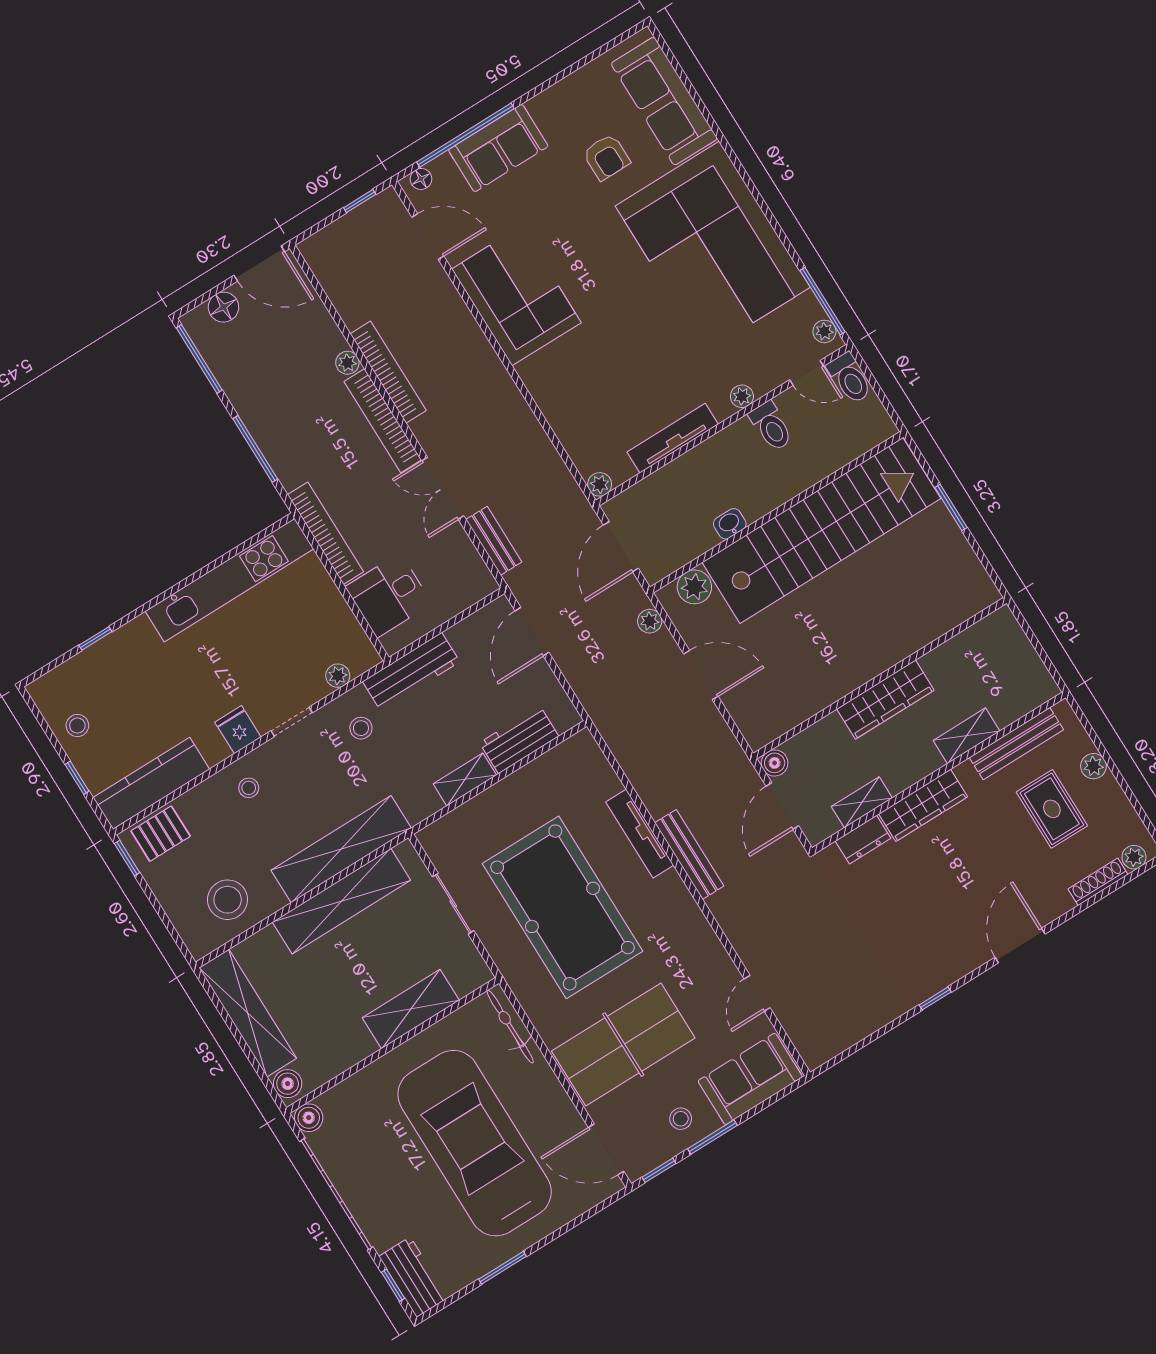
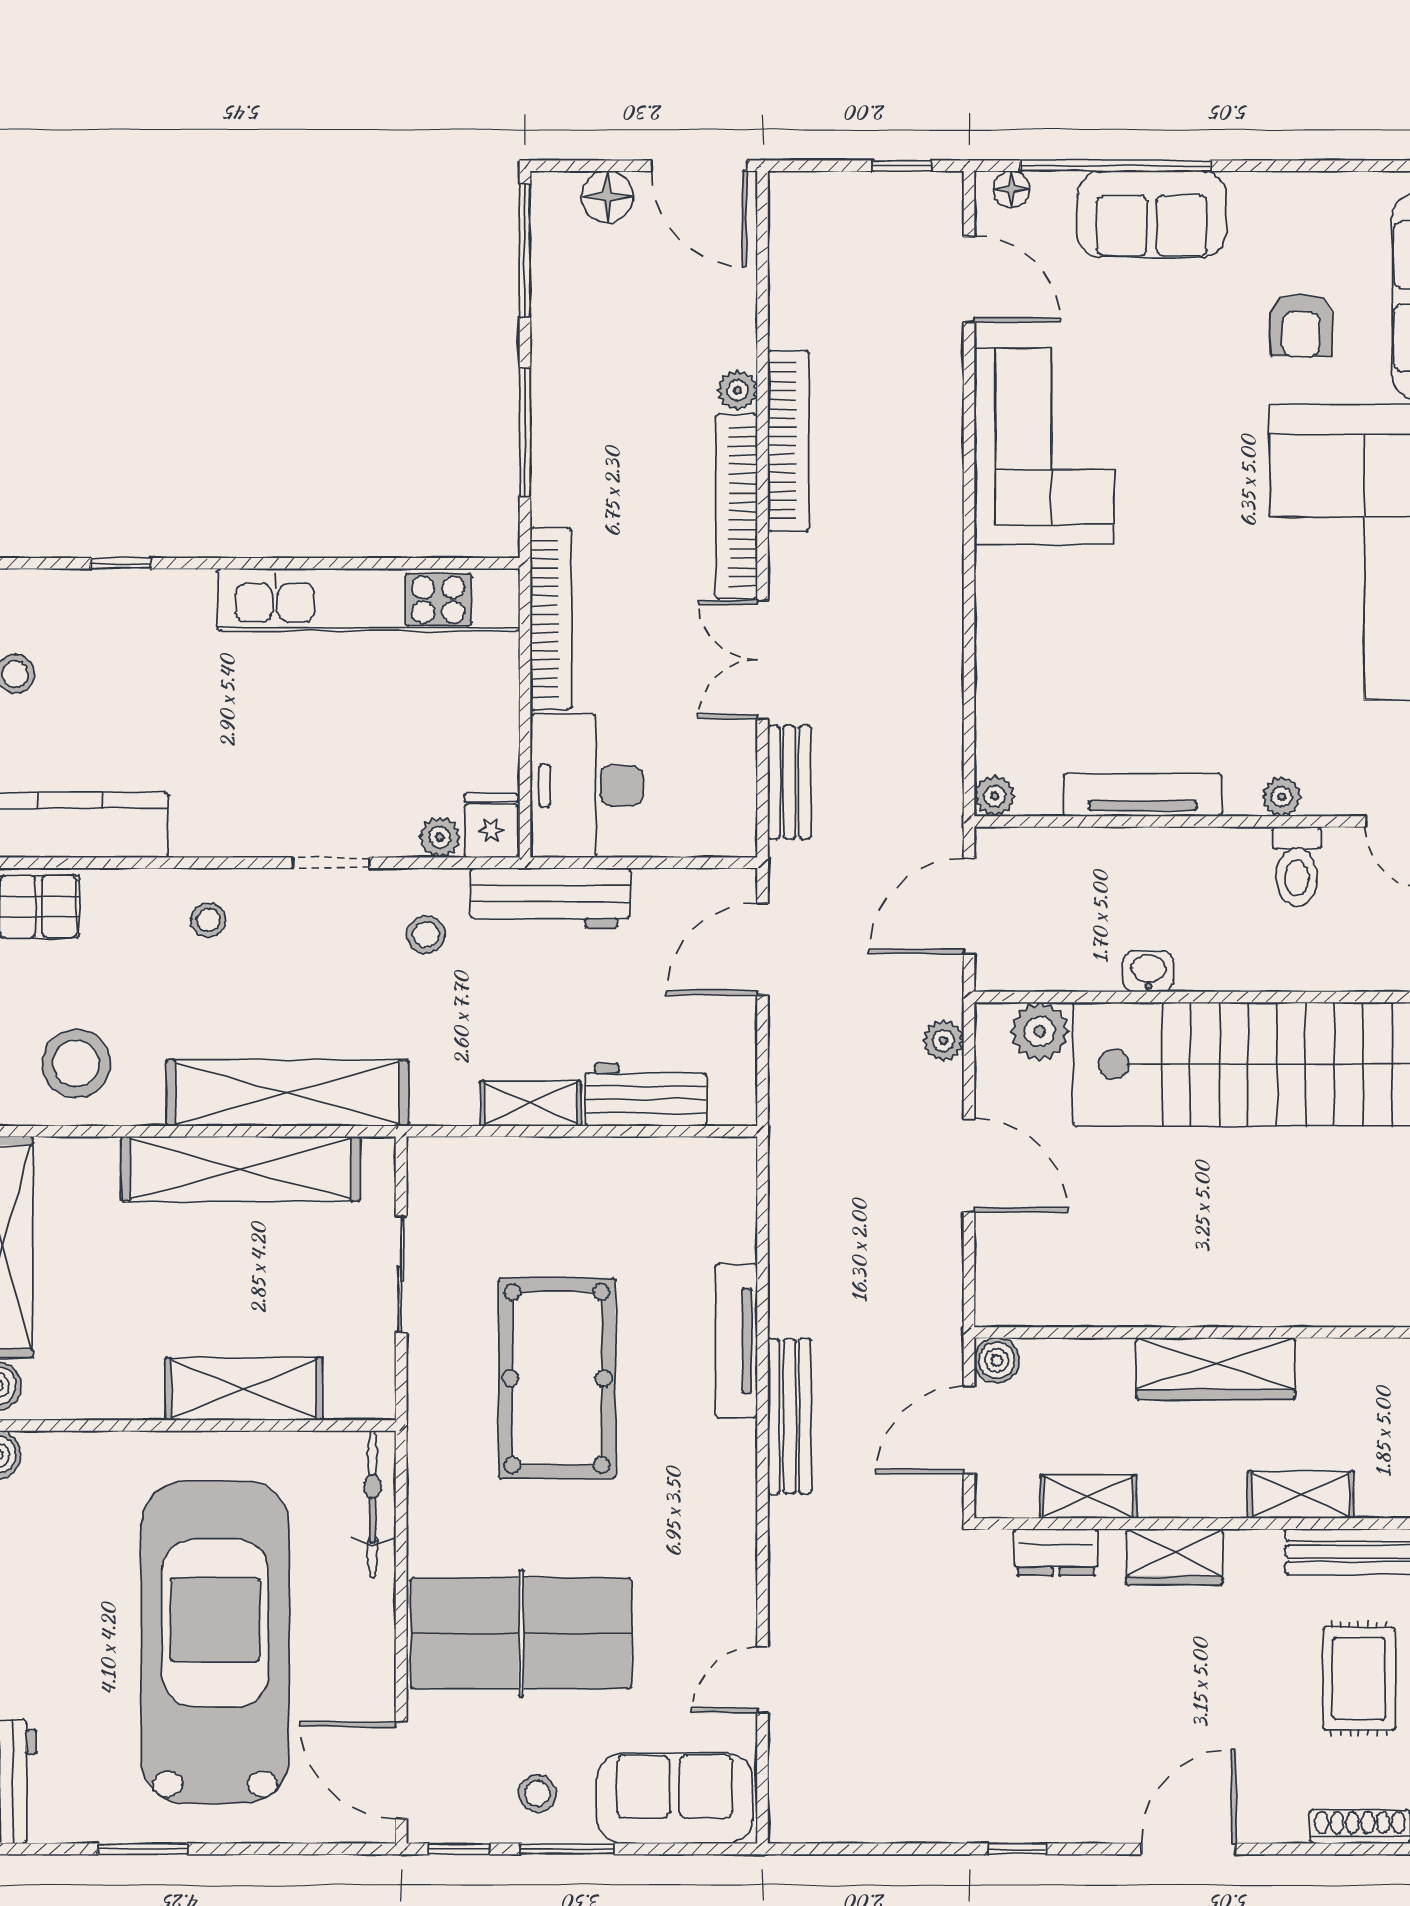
desk: (389, 595) -> (587, 786), width x1.37
fridge: (238, 730) -> (491, 825), moved
wardrobe: (923, 805) -> (1174, 1557), width x0.67
pool table: (562, 907) -> (557, 1378), width x0.73, depth x0.76

